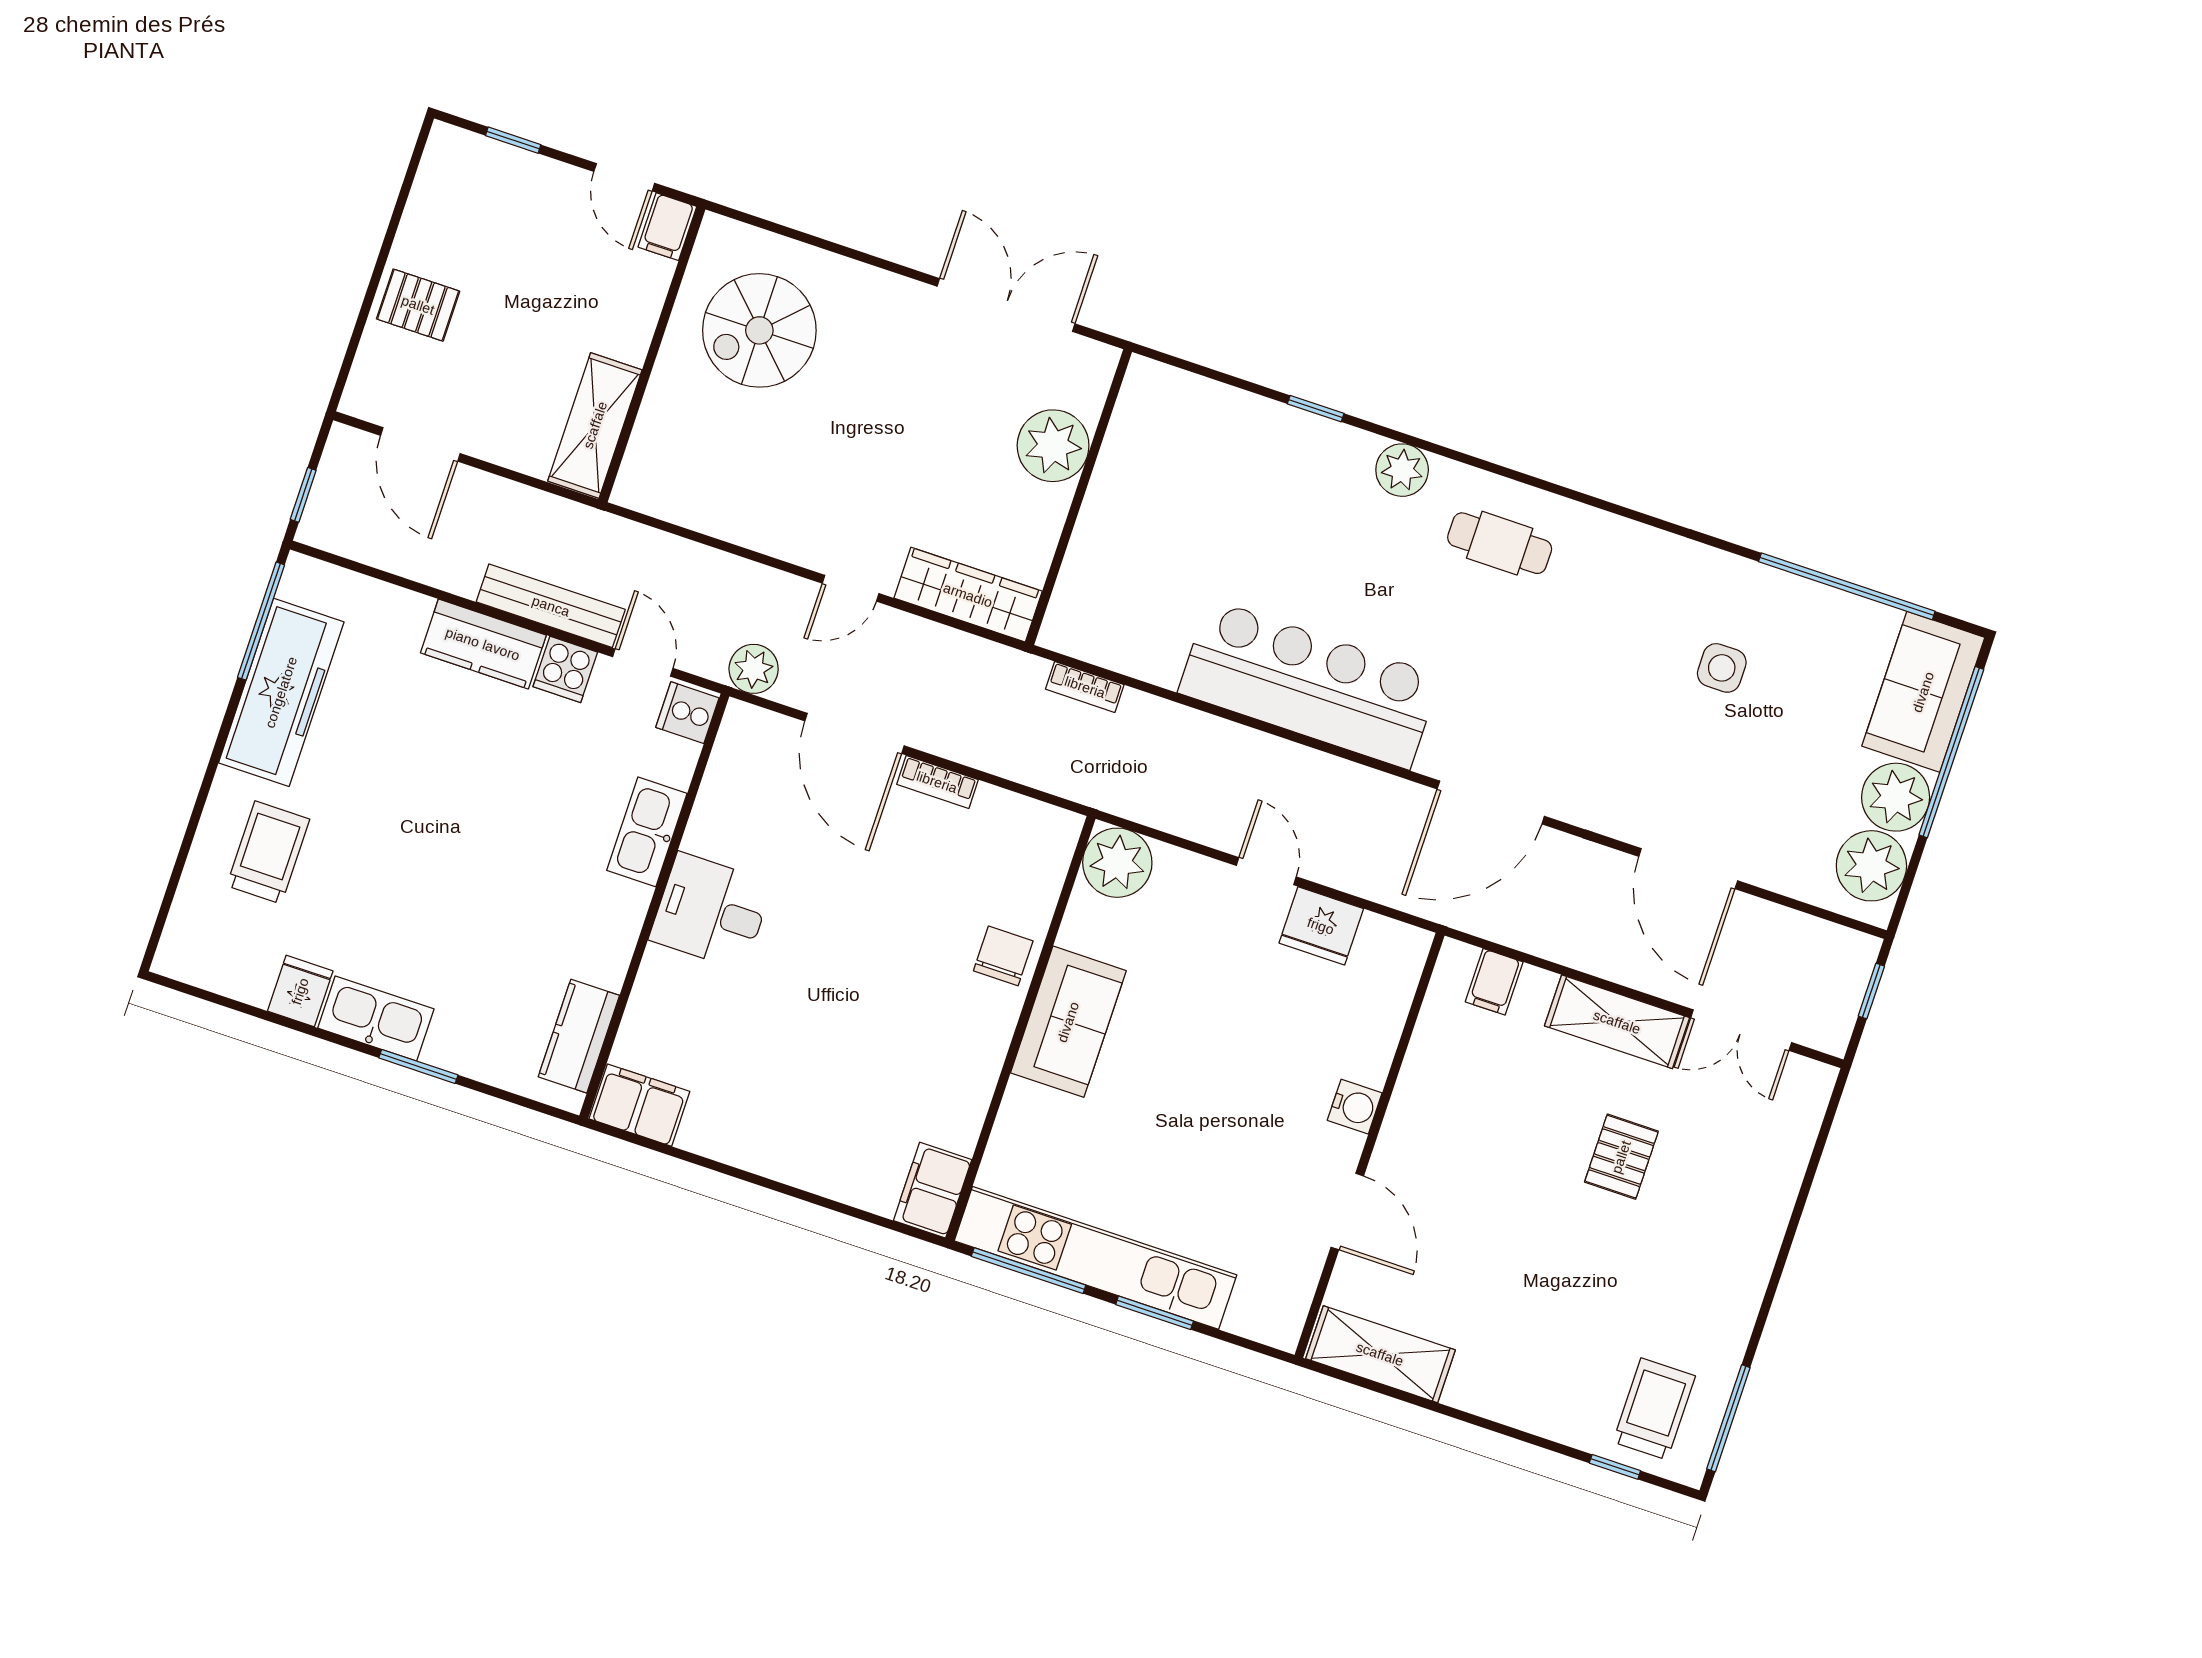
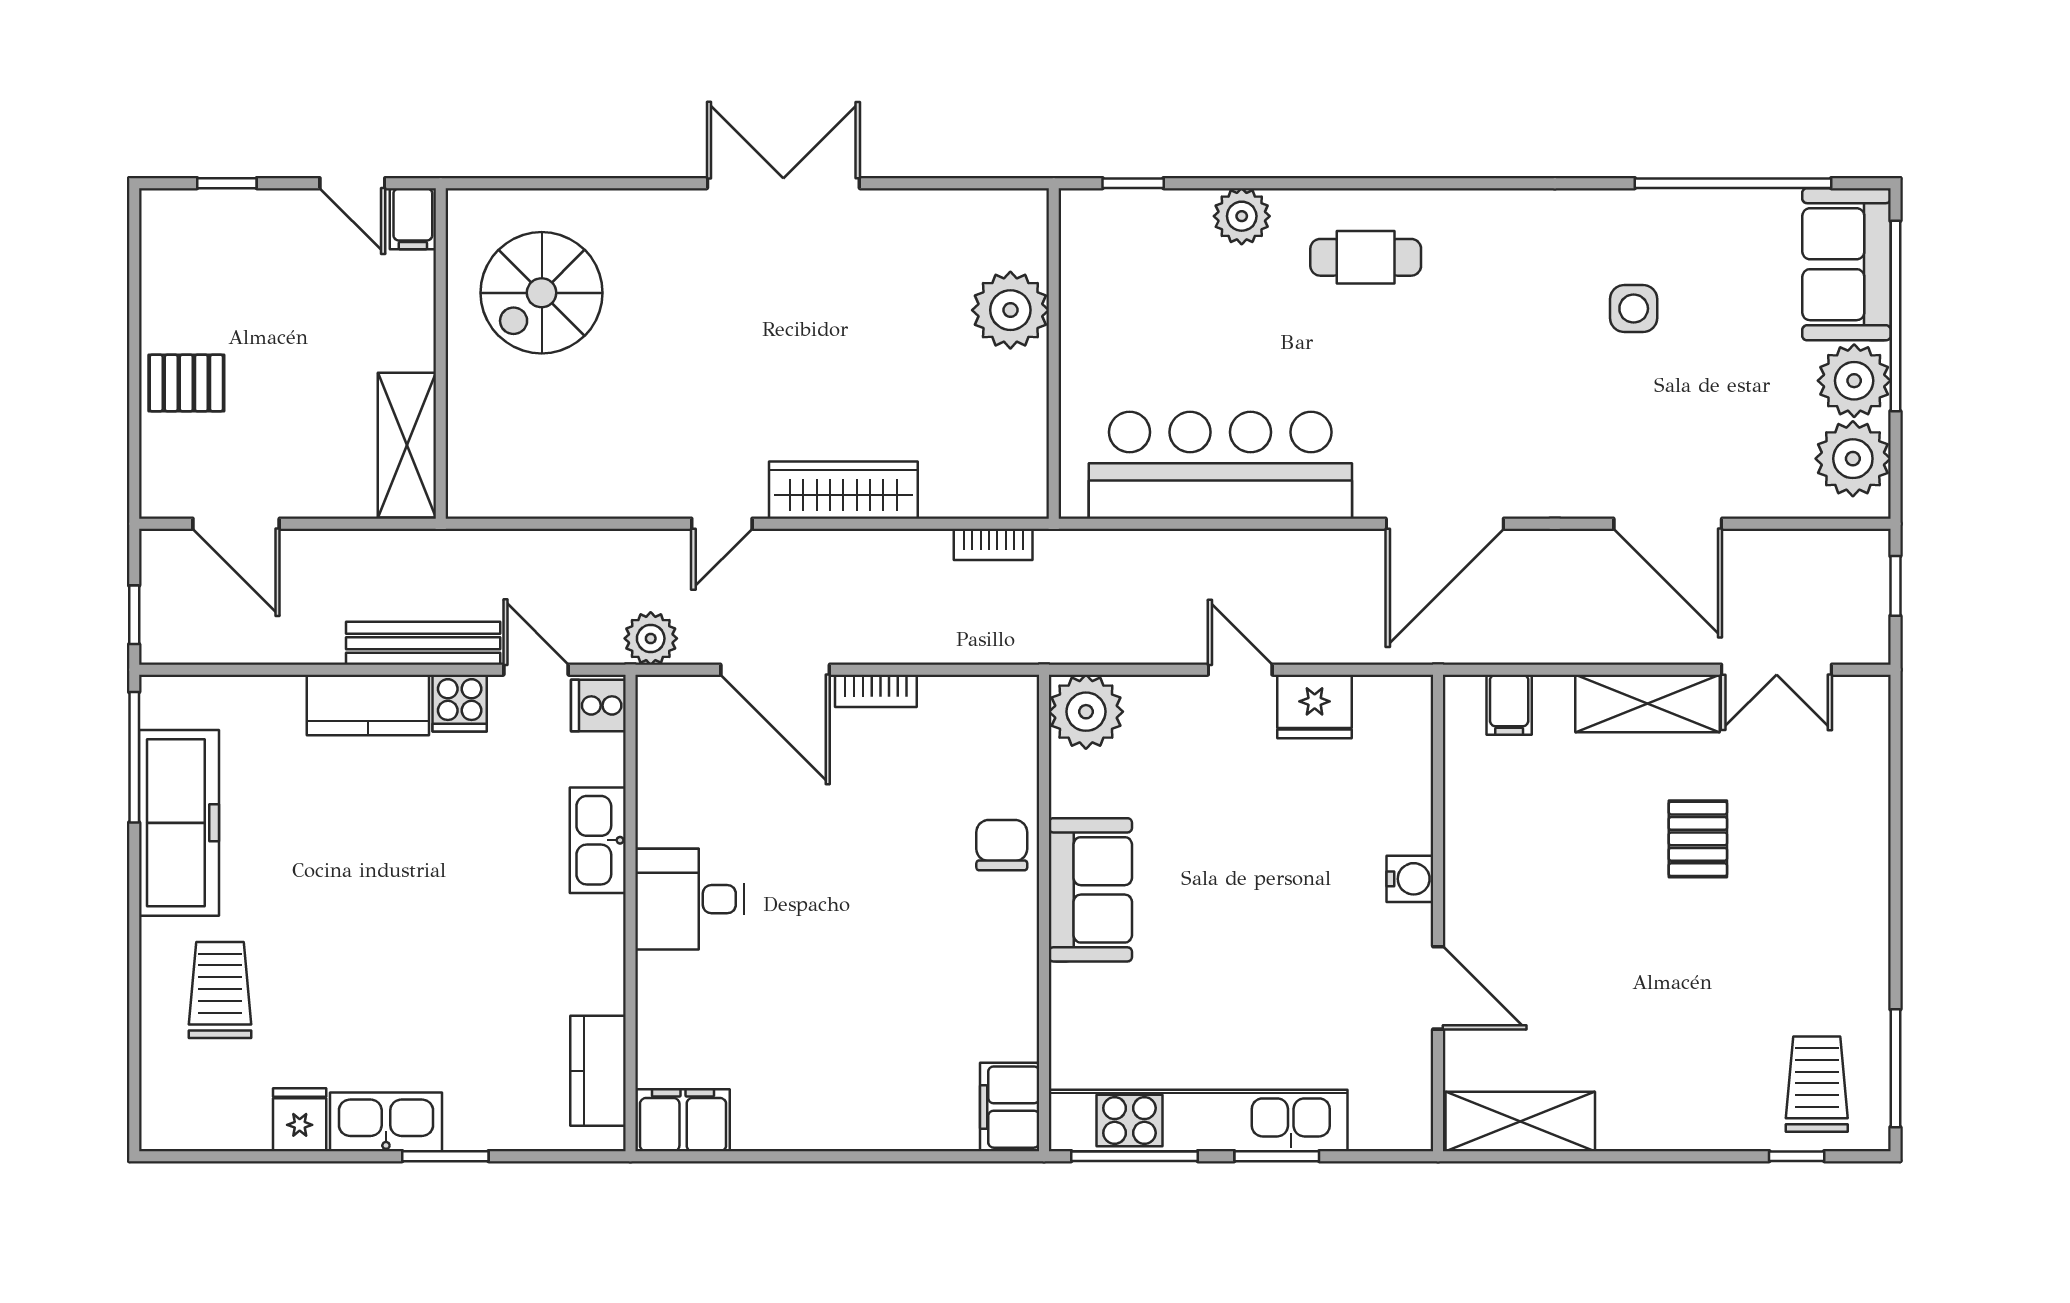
plant: (1053, 446) -> (1010, 310), moved
wall: (1079, 497) -> (1054, 353), moved

